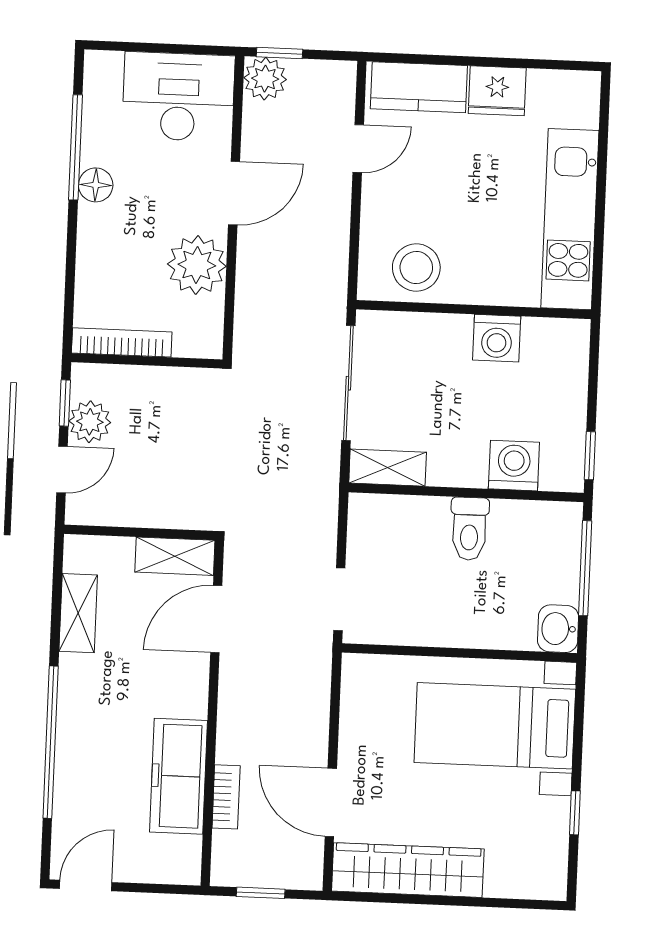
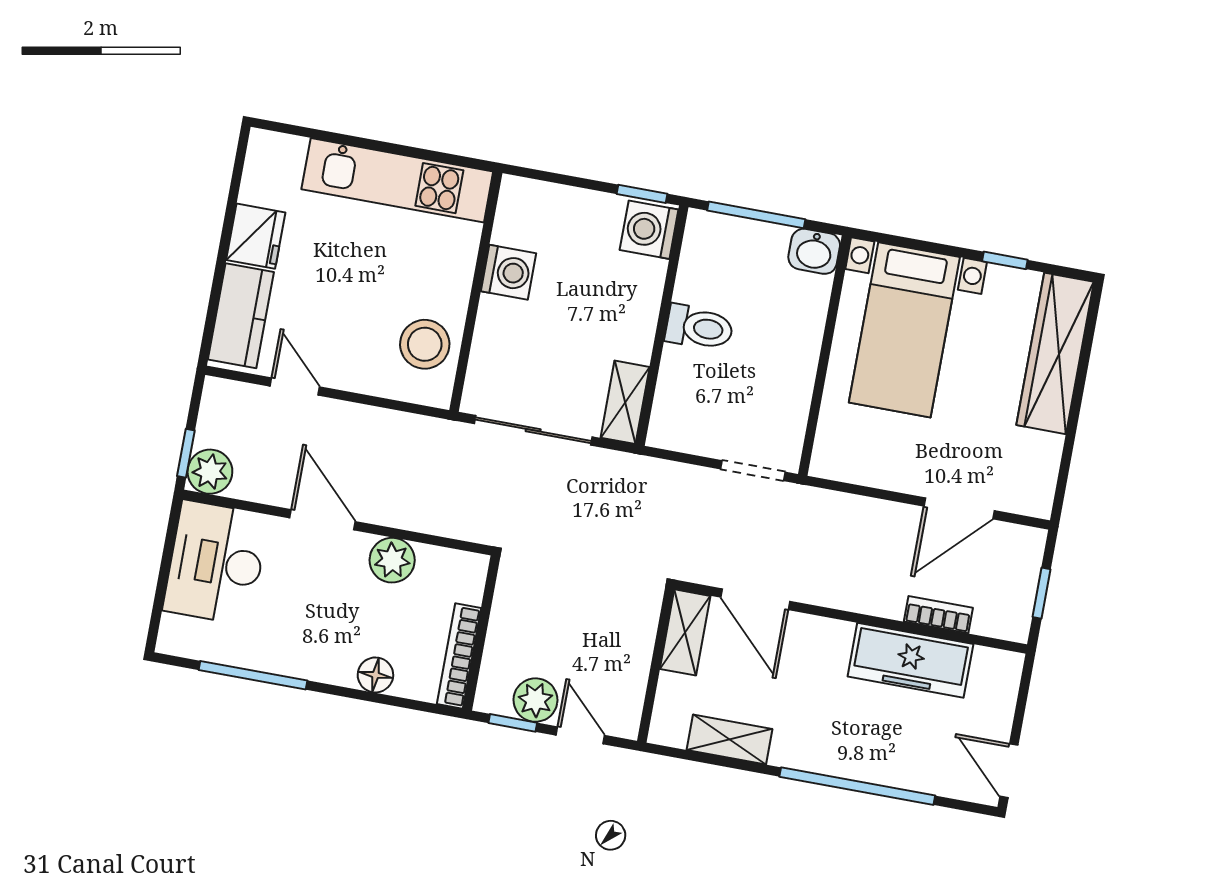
floor lamp: (96, 185) -> (375, 675), moved
plant: (197, 265) -> (392, 560), width x0.73, depth x0.73
washing machine: (514, 466) -> (649, 230), moved
wardrobe: (408, 870) -> (1055, 353), moved

